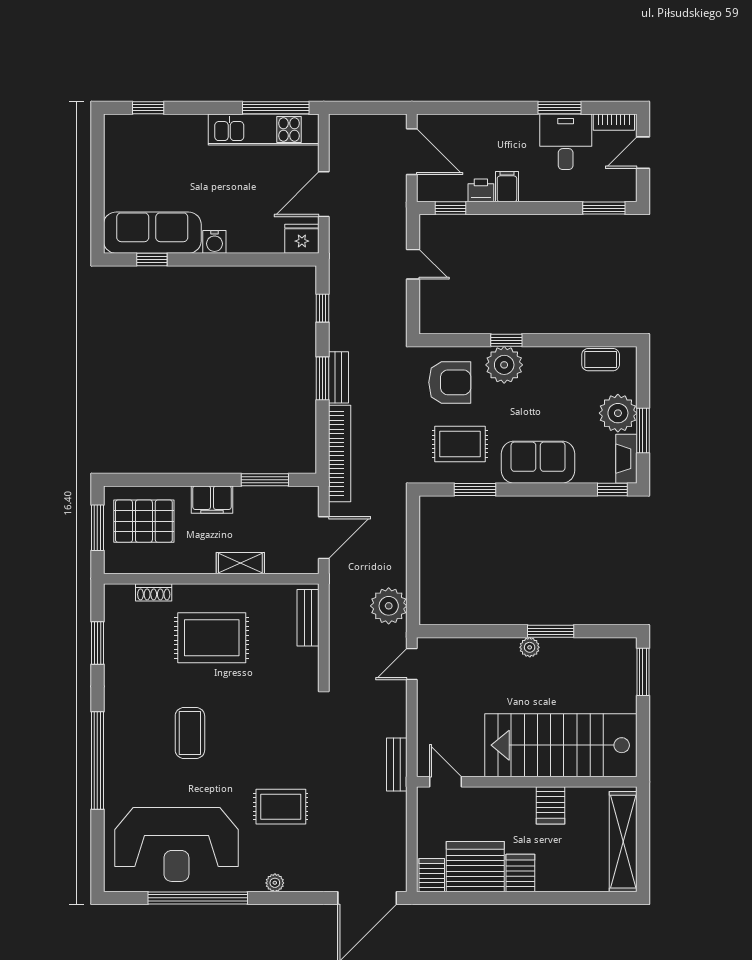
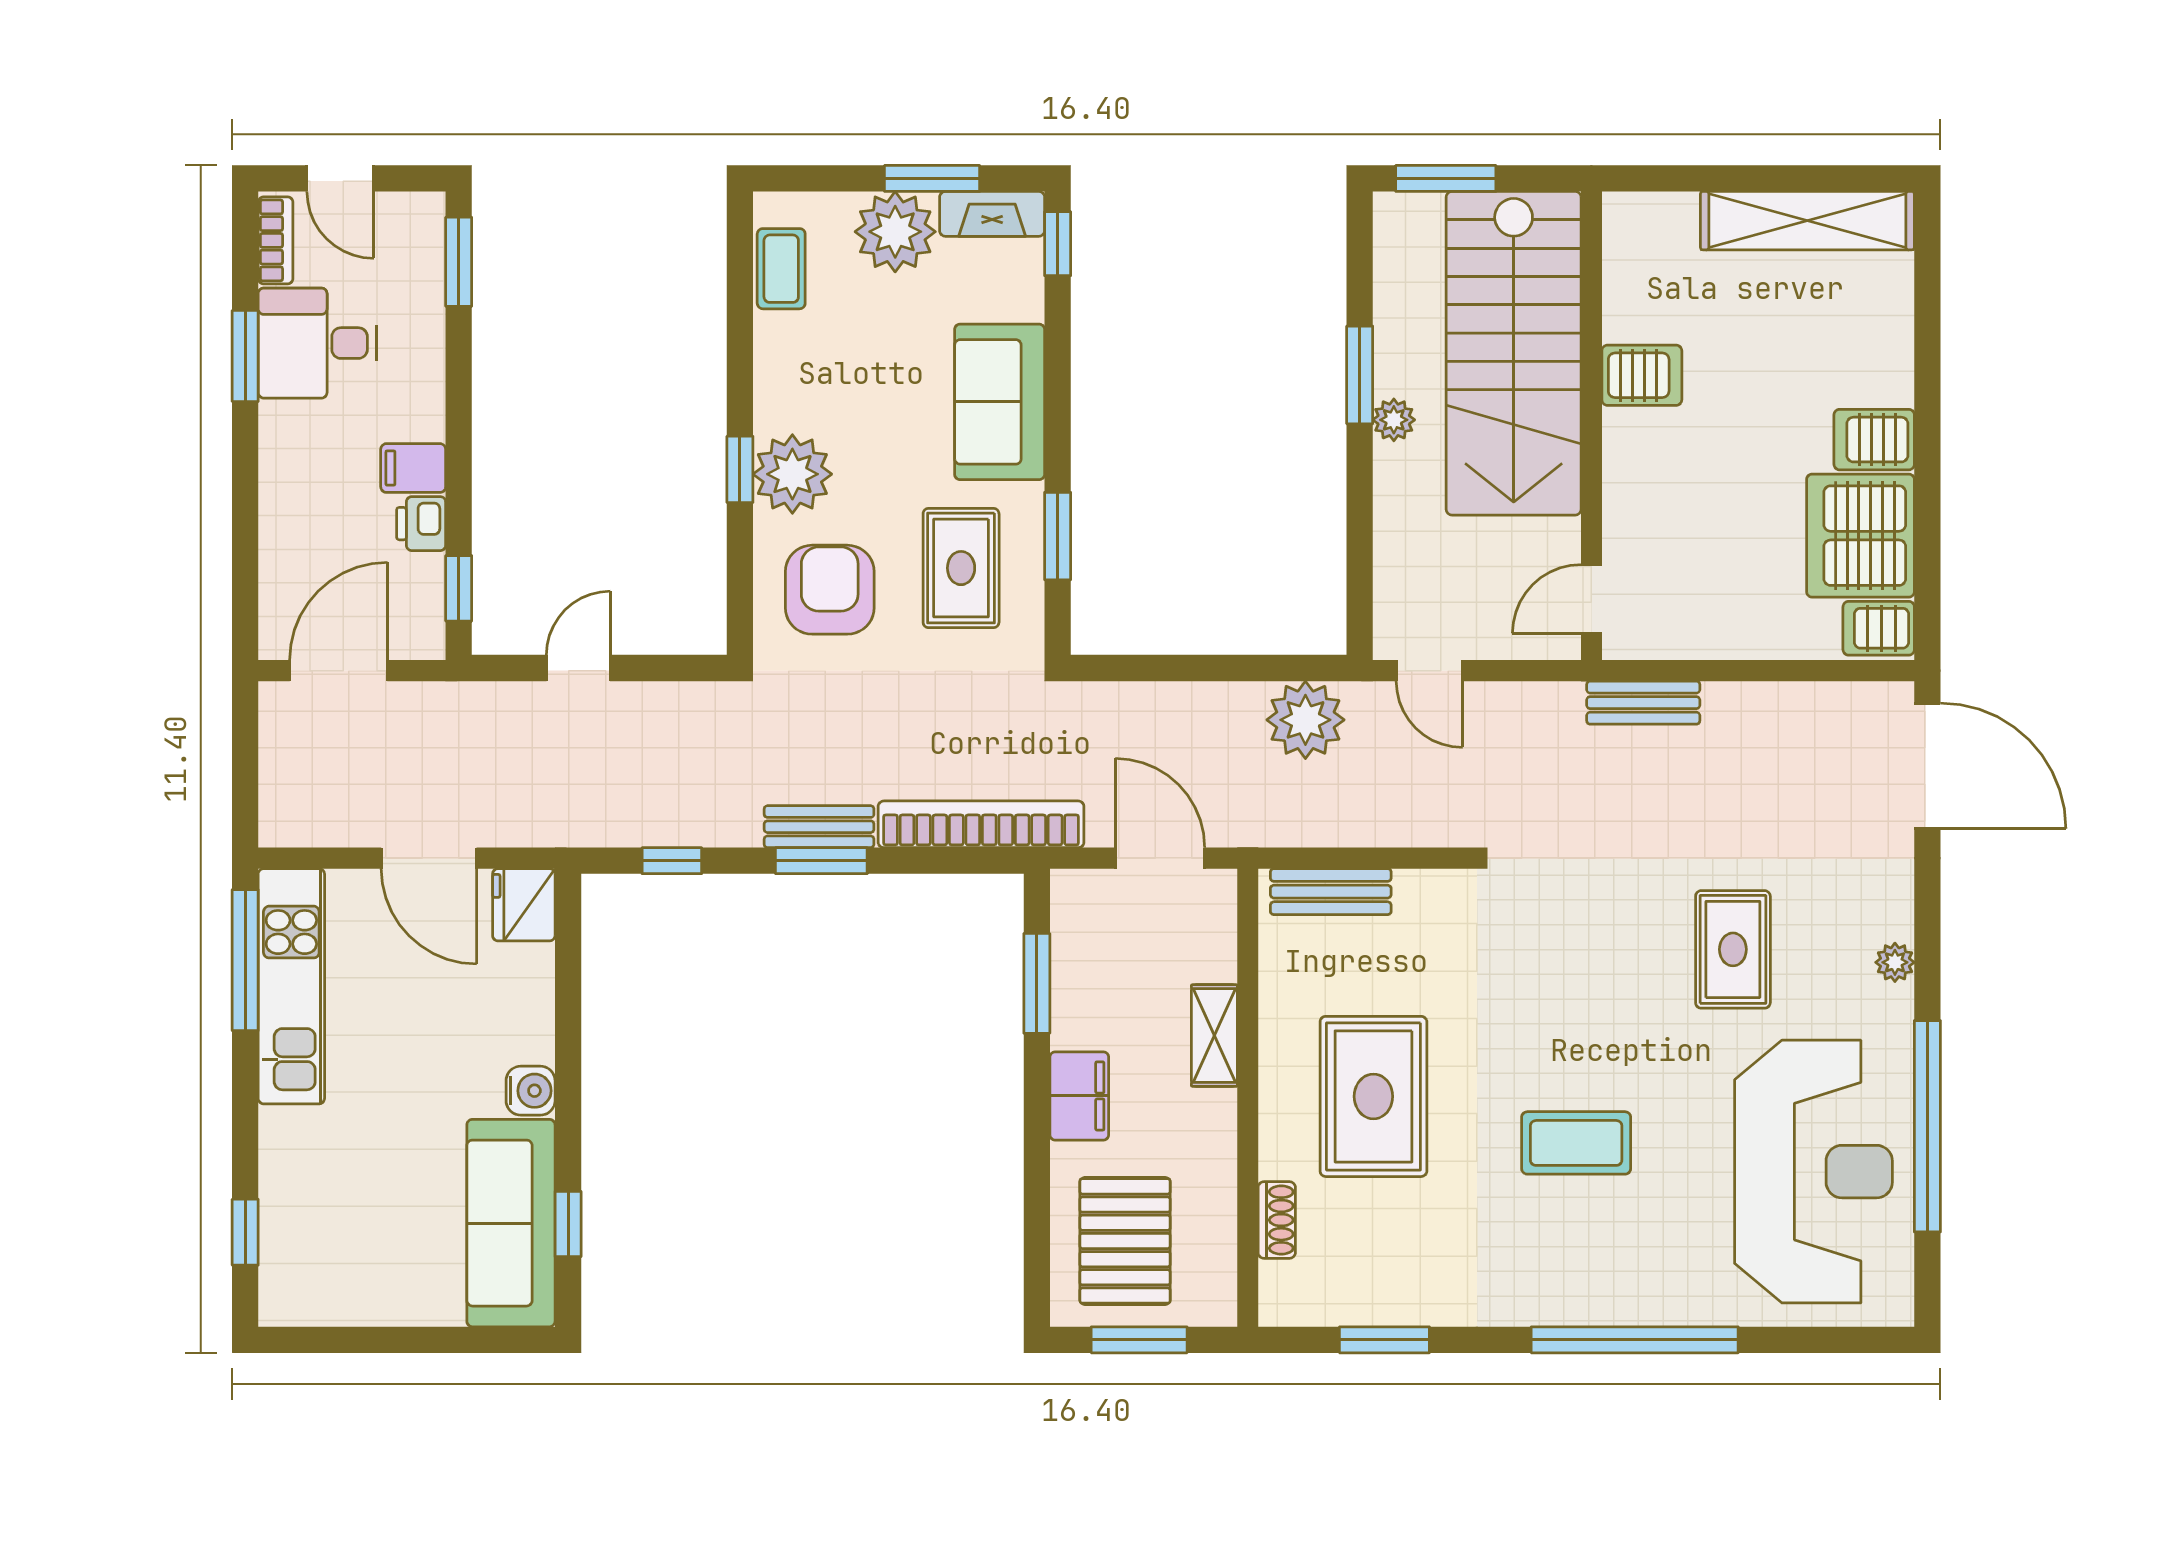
stairs: (561, 745) -> (1514, 353), moved
door: (445, 782) -> (1591, 599), moved
wall: (527, 782) -> (1591, 426), moved
server rack: (551, 805) -> (1642, 375), moved

